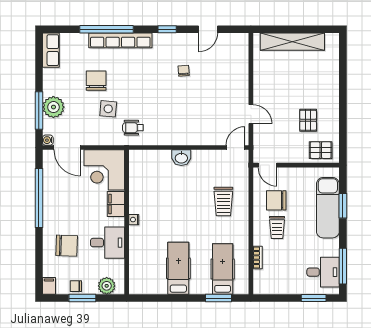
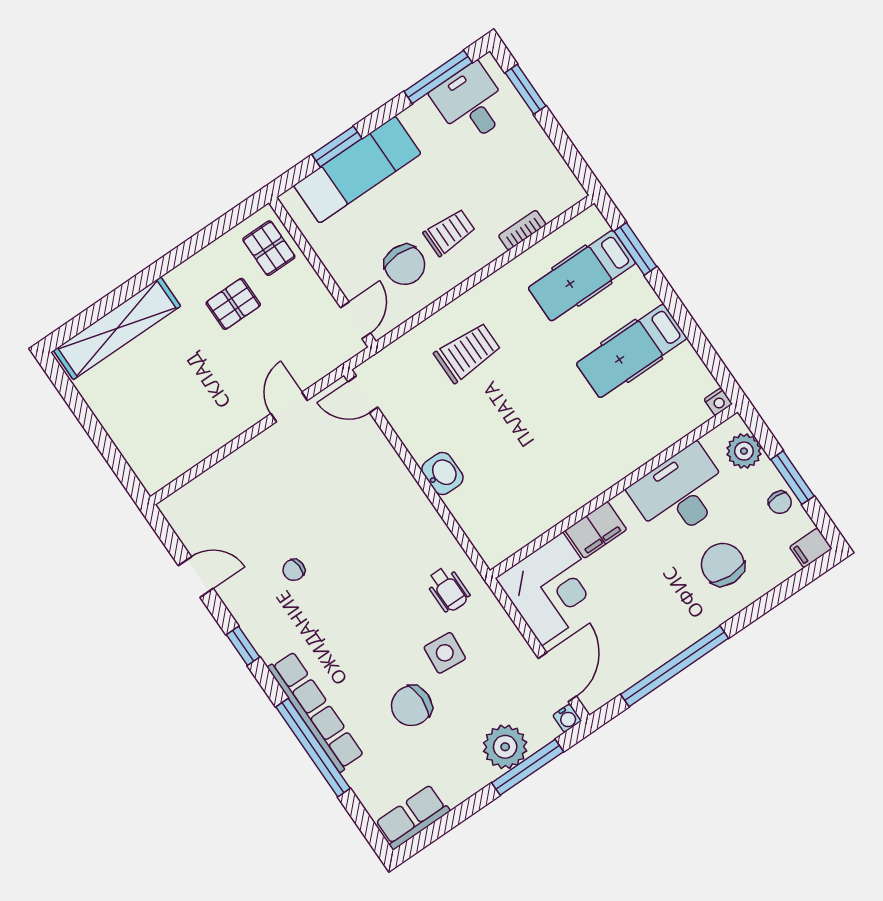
shelving: (292, 42) -> (117, 328), moved, turned 90
nightstand: (134, 220) -> (718, 402), moved
desk: (107, 243) -> (680, 493), width x1.37

